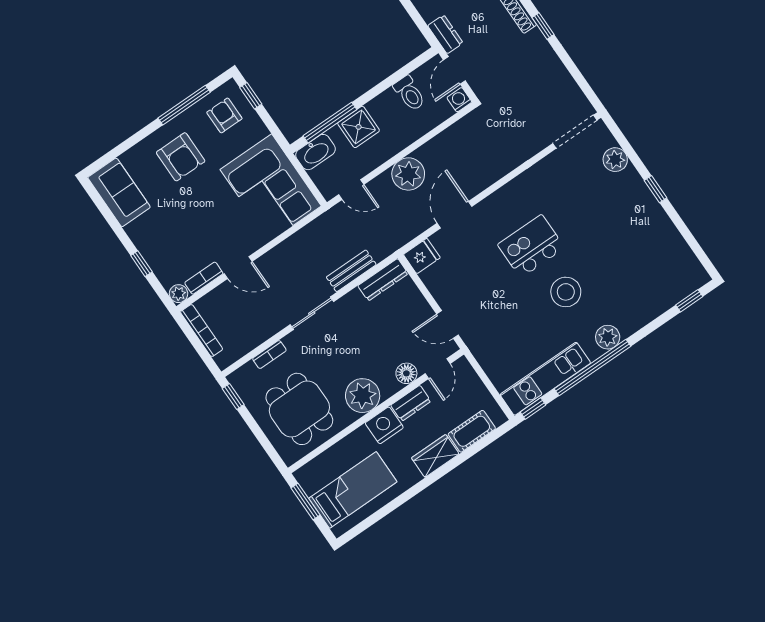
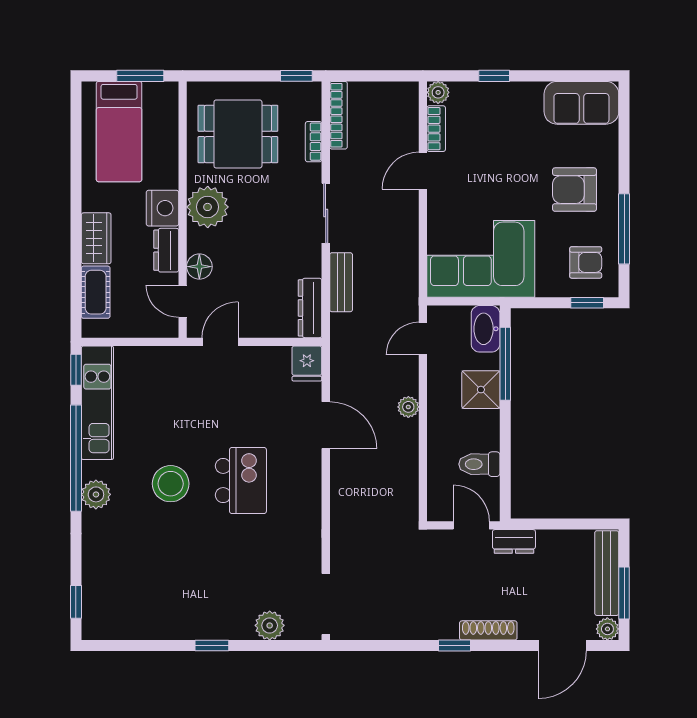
washing machine: (459, 100) -> (438, 510), removed
plant: (408, 174) -> (408, 407), width x0.53, depth x0.53
bookcase: (202, 331) -> (338, 115), moved, turned -90

